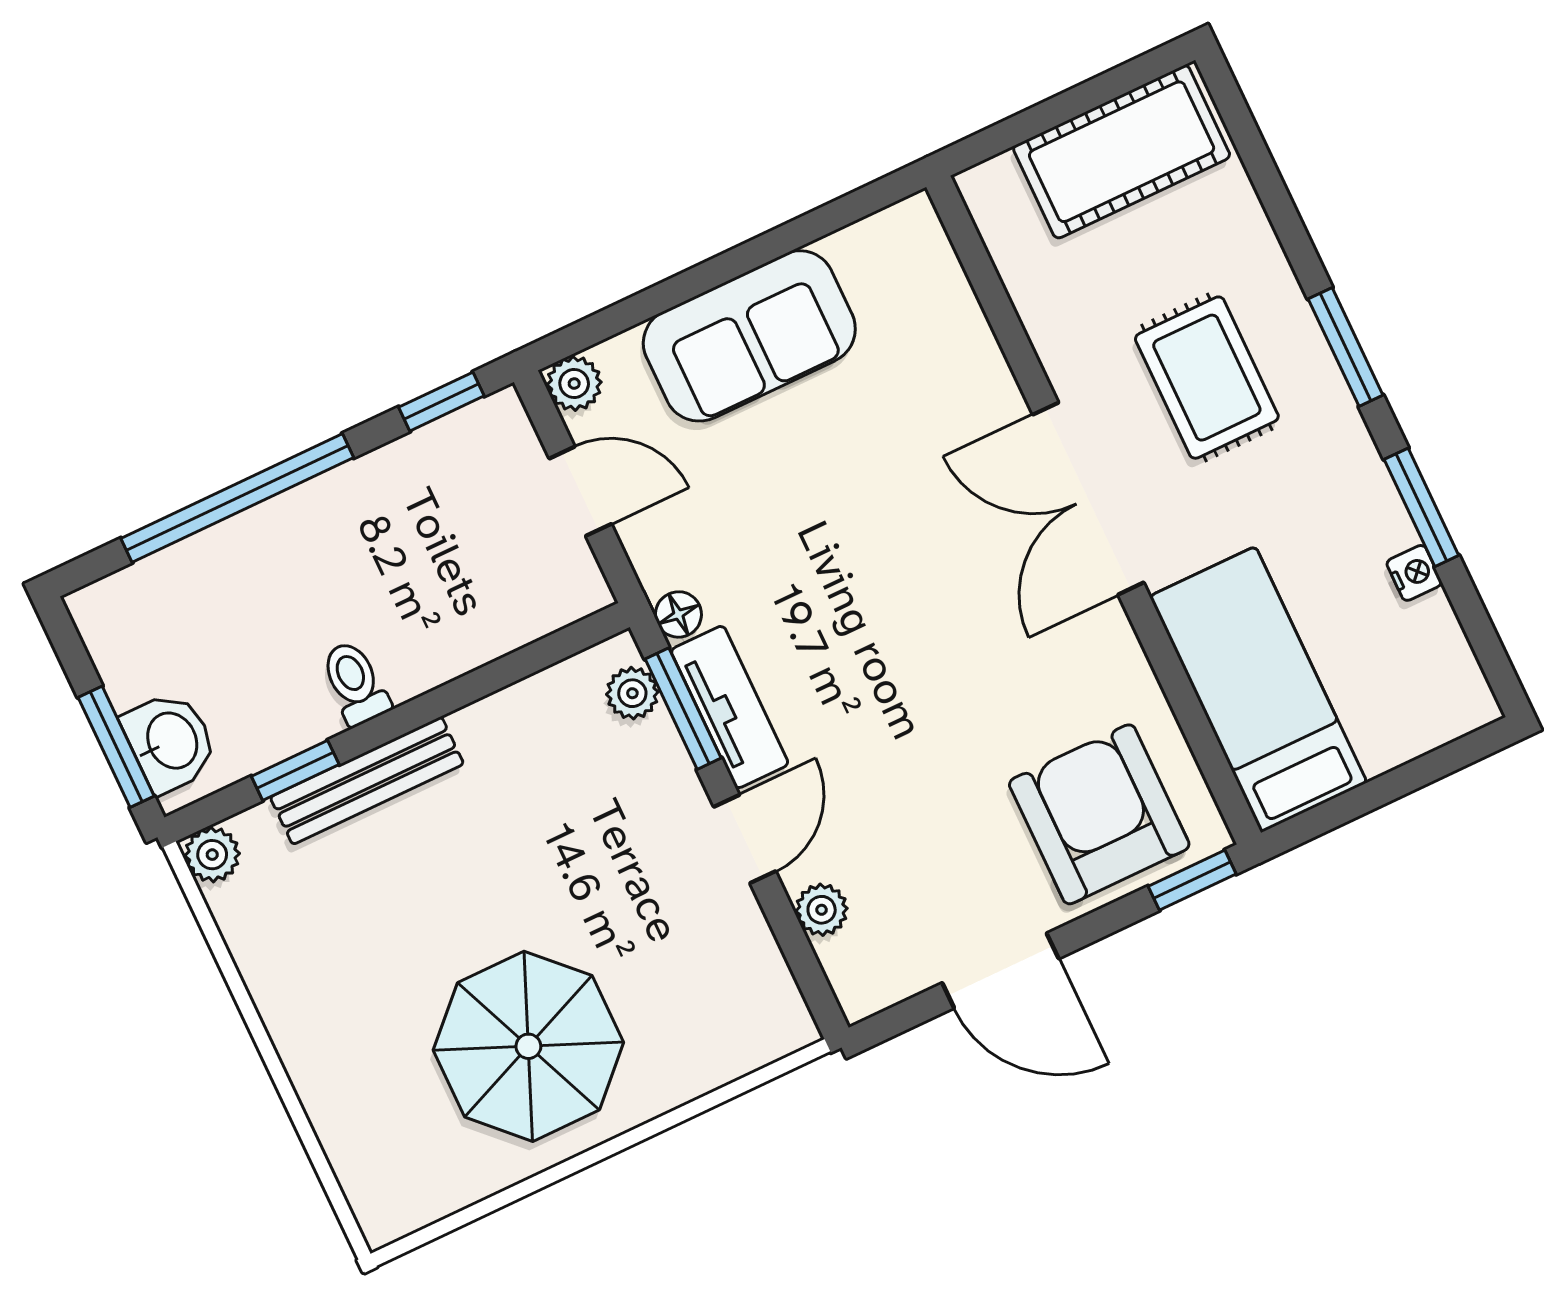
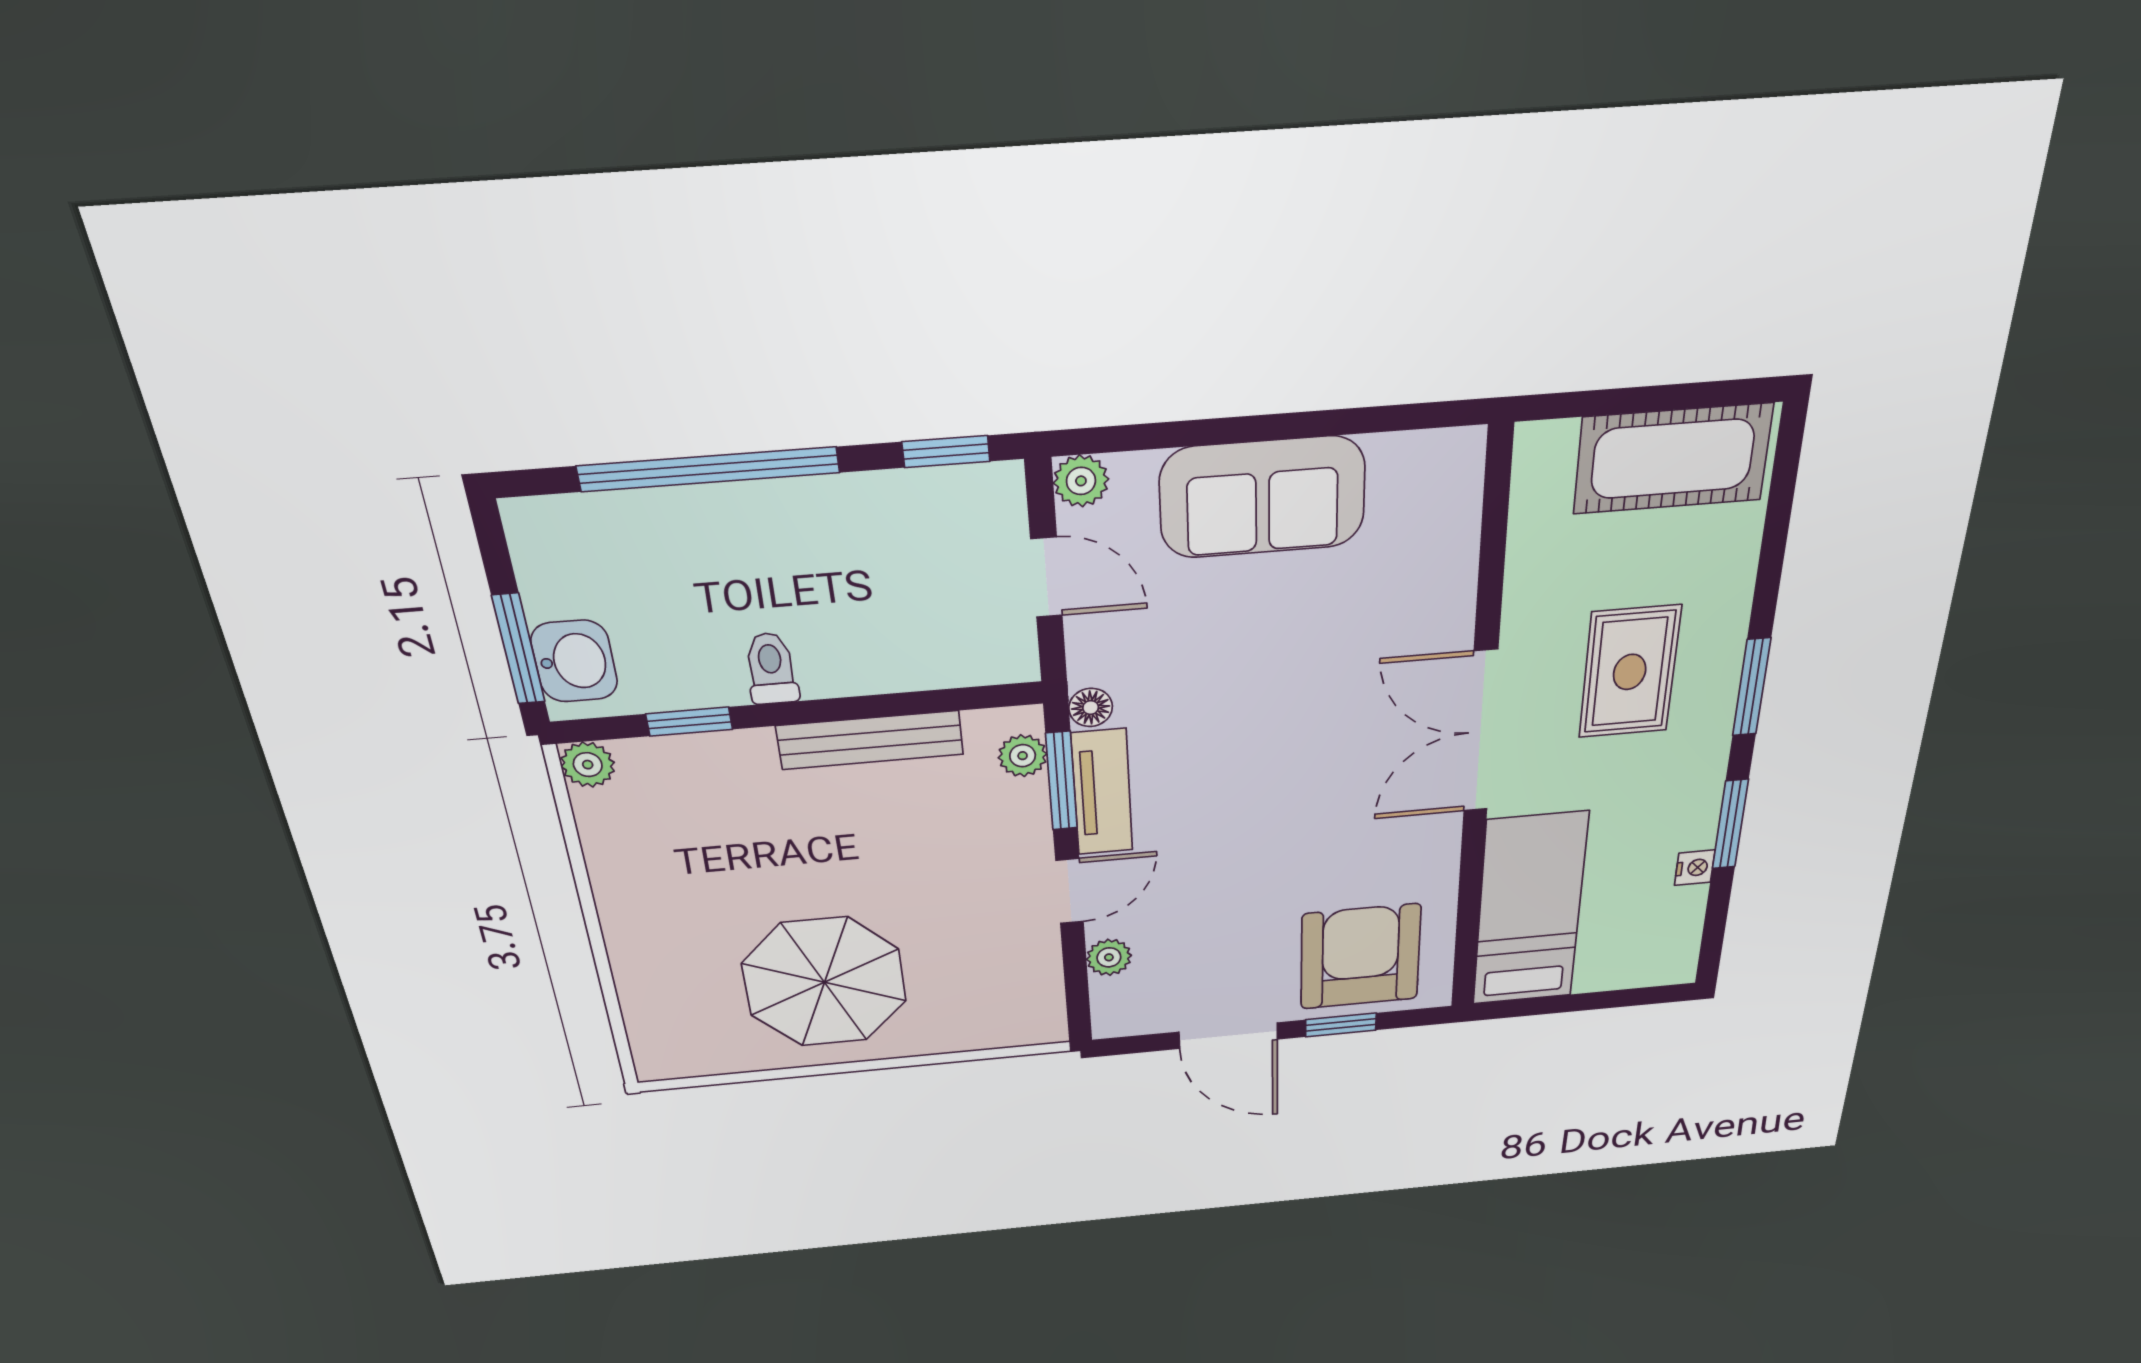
bench: (367, 780) -> (870, 740), moved
window: (1192, 880) -> (1341, 1025), moved

